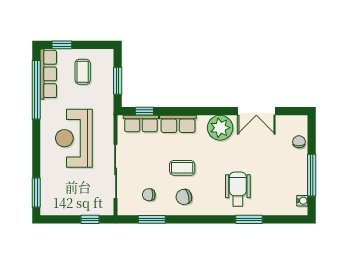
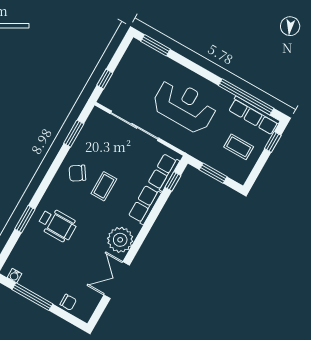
chair: (149, 195) -> (97, 143), removed
chair: (184, 197) -> (77, 173), turned -111

